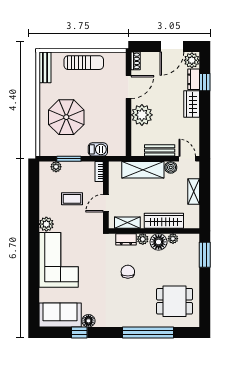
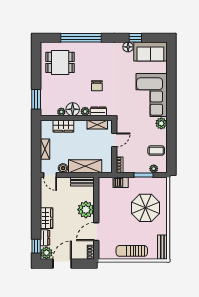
window: (205, 82) -> (36, 246), moved
bench: (160, 150) -> (82, 182), moved
coffee table: (72, 199) -> (156, 151), moved
wardrobe: (164, 221) -> (63, 126), width x0.67

